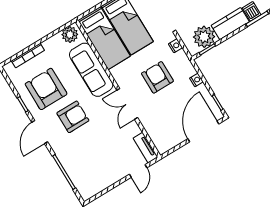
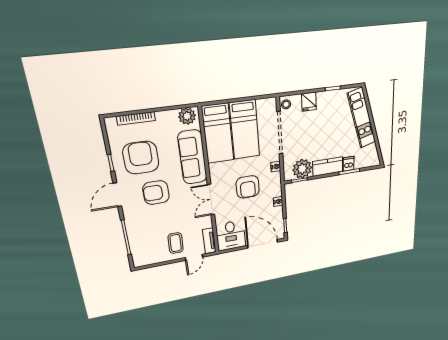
armchair: (157, 77) -> (248, 187), turned 180
armchair: (73, 117) -> (156, 193), turned 180
door: (203, 131) -> (263, 244), hinge flipped
desk: (165, 134) -> (231, 235), added
coffee table: (113, 162) -> (176, 243), added

